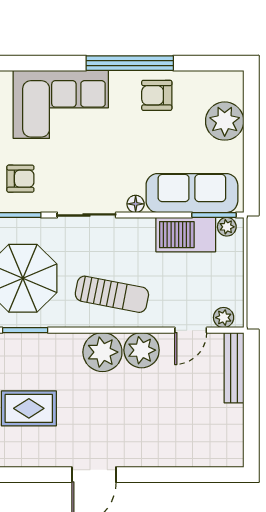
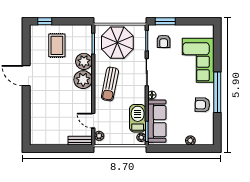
armchair: (157, 95) -> (202, 105), turned -88
plant: (225, 121) -> (190, 141), width x0.53, depth x0.53
plant: (142, 350) -> (84, 61), moved
bench: (234, 368) -> (80, 141), width x0.73

